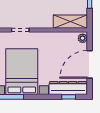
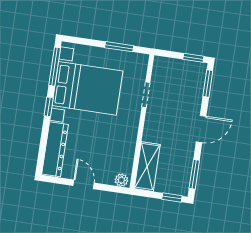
door: (90, 64) -> (84, 184), width x0.53
window: (69, 97) -> (49, 107), moved

